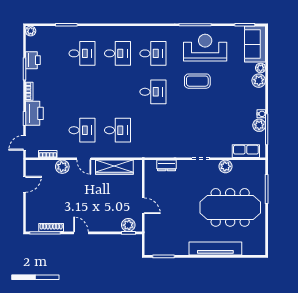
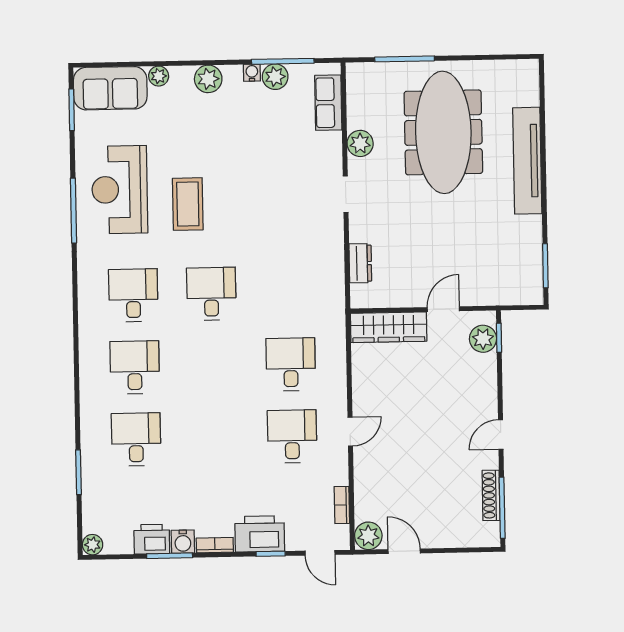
water cooler: (31, 75) -> (183, 542), added
plant: (259, 81) -> (208, 79), moved
plant: (62, 167) -> (368, 536), moved
wardrobe: (114, 167) -> (389, 327), moved, turned 90

